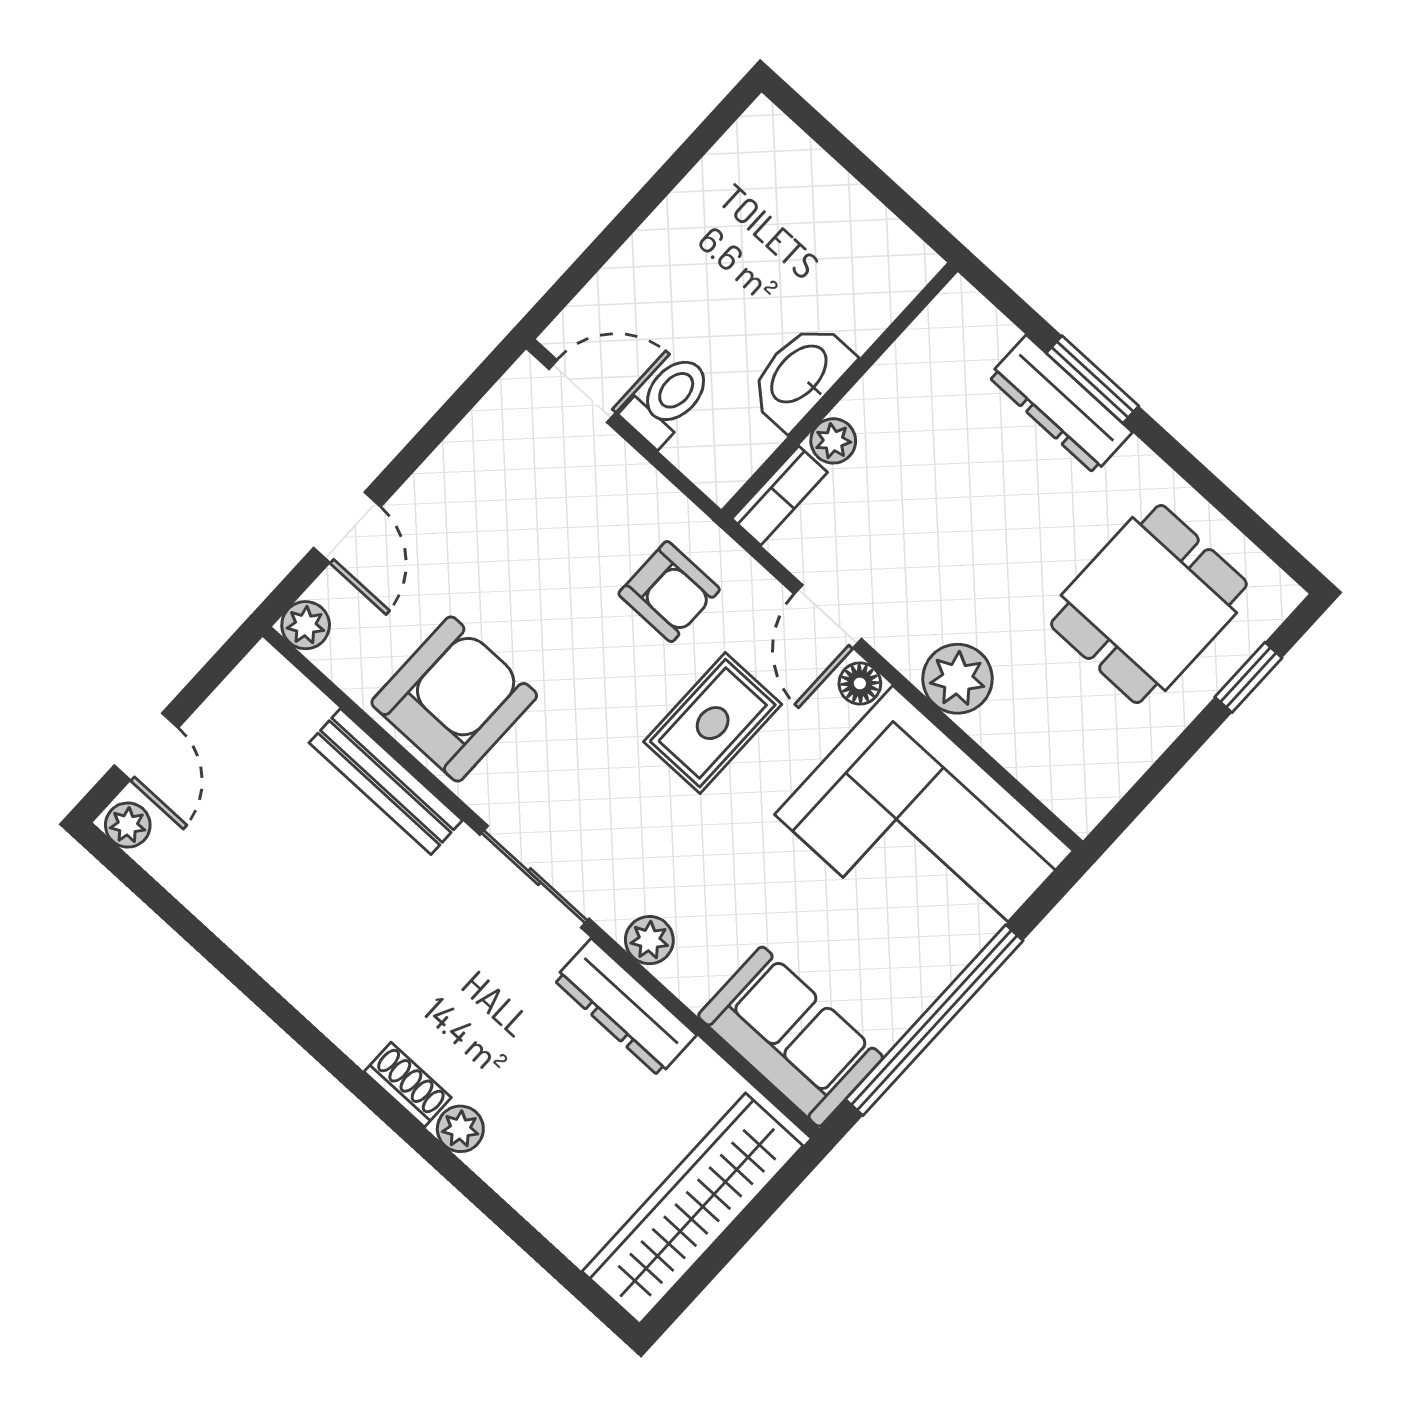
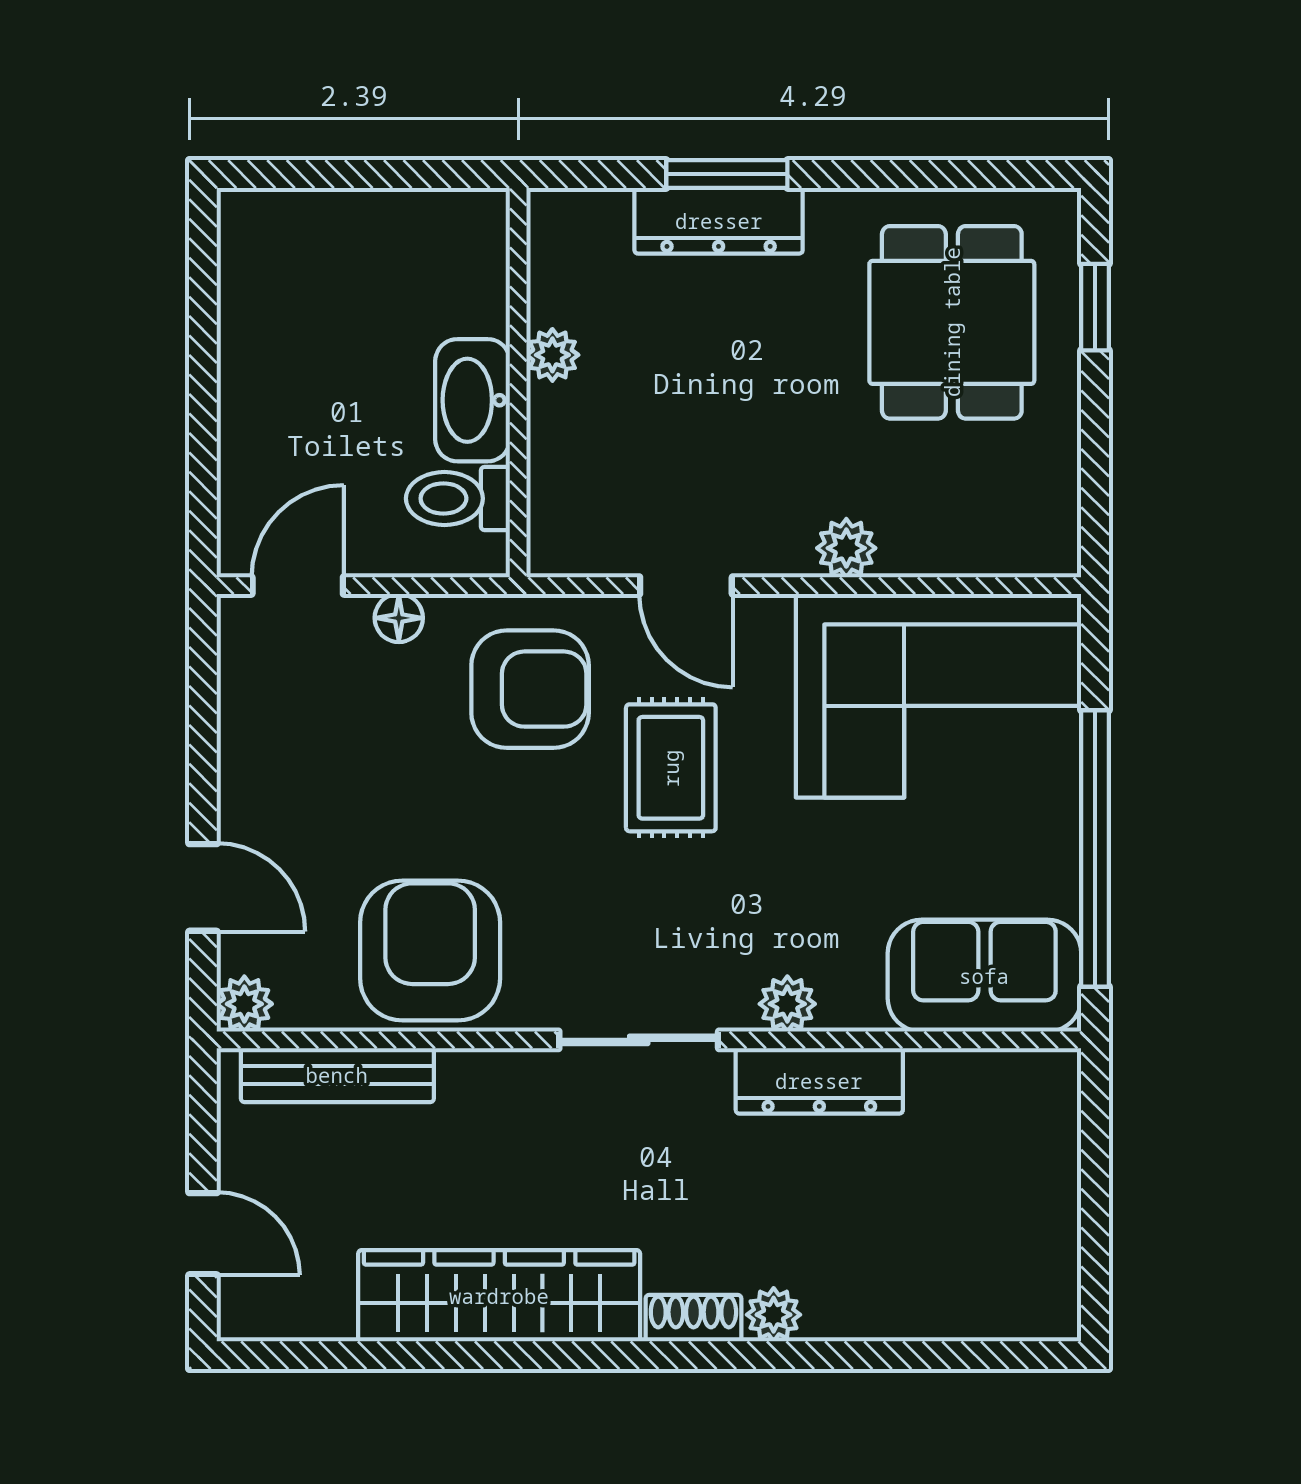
toilet: (668, 400) -> (458, 498), moved, turned -90
plant: (833, 441) -> (552, 355), moved
bookcase: (780, 496) -> (550, 520), removed
armchair: (669, 592) -> (530, 689), width x1.38, depth x1.38
plant: (957, 679) -> (846, 548), width x0.73, depth x0.73
floor lamp: (860, 683) -> (399, 618), moved
bench: (386, 782) -> (337, 1075), moved
plant: (128, 825) -> (249, 1315), removed
wardrobe: (693, 1209) -> (499, 1296), moved, turned 90

